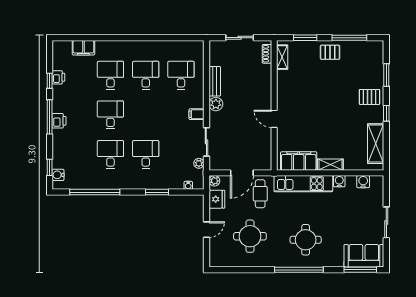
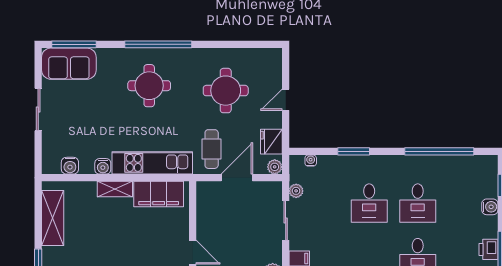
water cooler: (58, 175) -> (490, 207), moved

